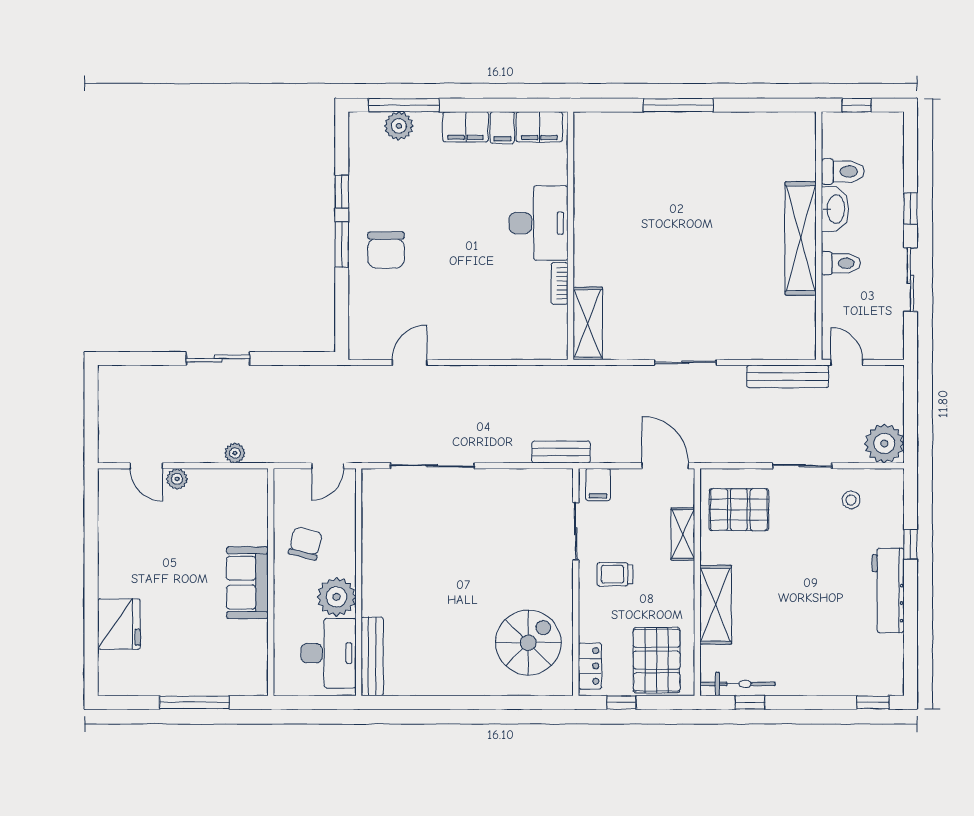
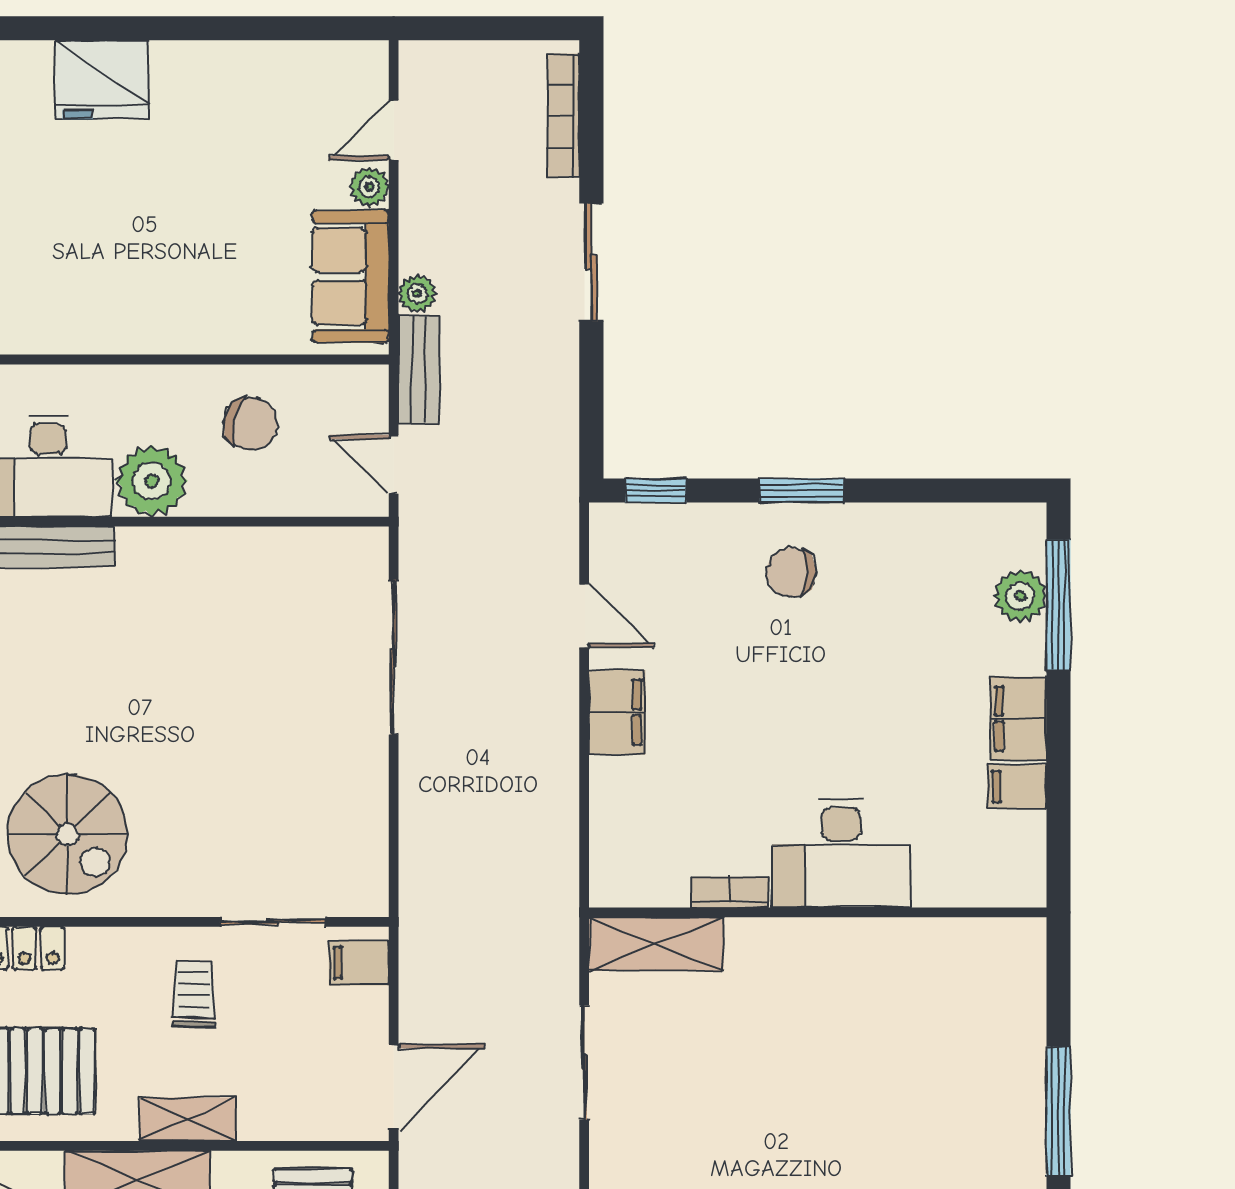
filing cabinet: (539, 127) -> (617, 712), moved, turned 180
window: (342, 192) -> (656, 491), moved
chair: (386, 250) -> (791, 572), width x0.73, depth x0.73
sliding door: (685, 362) -> (584, 1062), moved
bookcase: (138, 374) -> (564, 116), added
bench: (561, 452) -> (419, 370), moved
shelving: (683, 534) -> (188, 1119), moved
sofa: (247, 583) -> (350, 276), moved, turned -90

